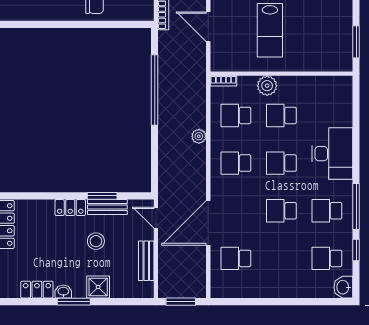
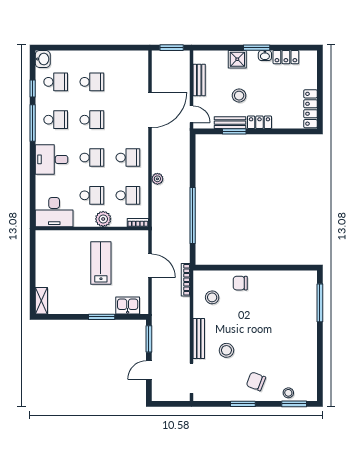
window: (356, 42) -> (33, 254), removed
desk: (329, 94) -> (54, 212), added
desk: (332, 154) -> (52, 159), width x0.73
school desk: (236, 258) -> (92, 82), moved

